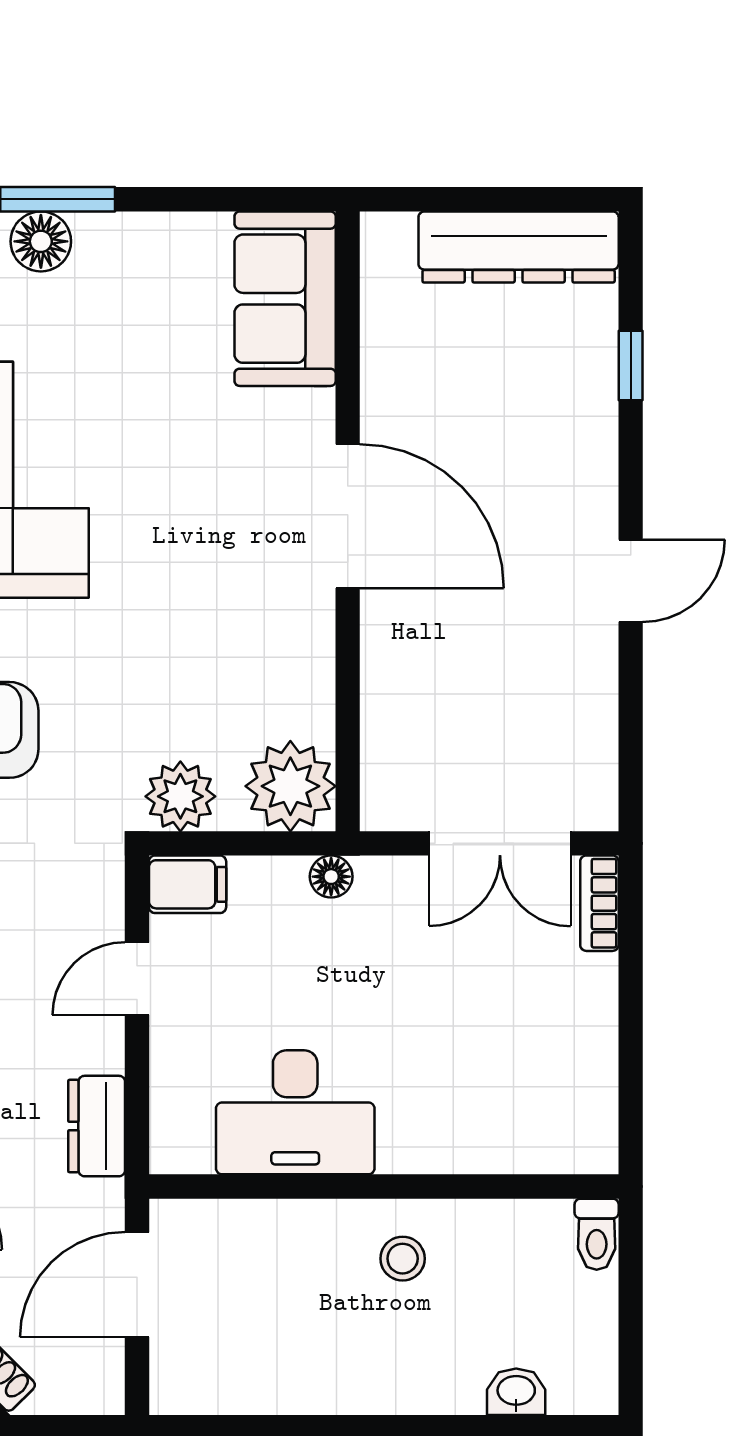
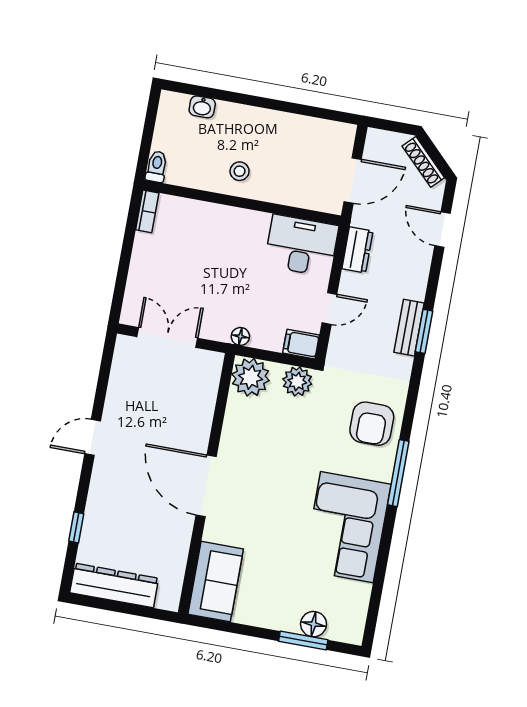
bookcase: (599, 903) -> (147, 211), moved
desk: (295, 1112) -> (301, 246), moved

